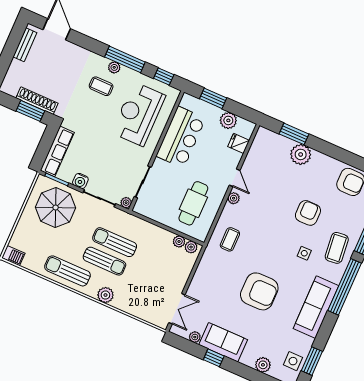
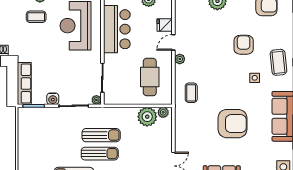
fridge: (239, 143) -> (165, 25), moved
door: (235, 178) -> (173, 42), swing flipped
parasol: (56, 208) -> (42, 128), removed
plant: (179, 241) -> (147, 117), width x1.88, depth x1.88
sun lounger: (115, 242) -> (101, 135), turned 180

